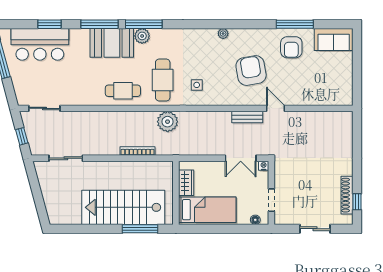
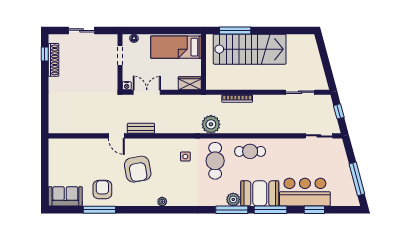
bar counter: (40, 44) -> (305, 192), moved
wardrobe: (186, 183) -> (190, 83), moved, turned 90

